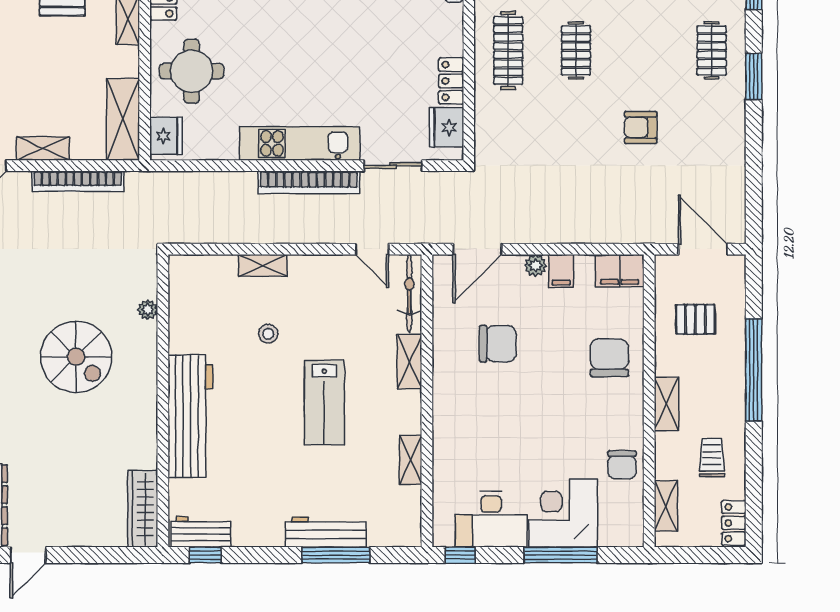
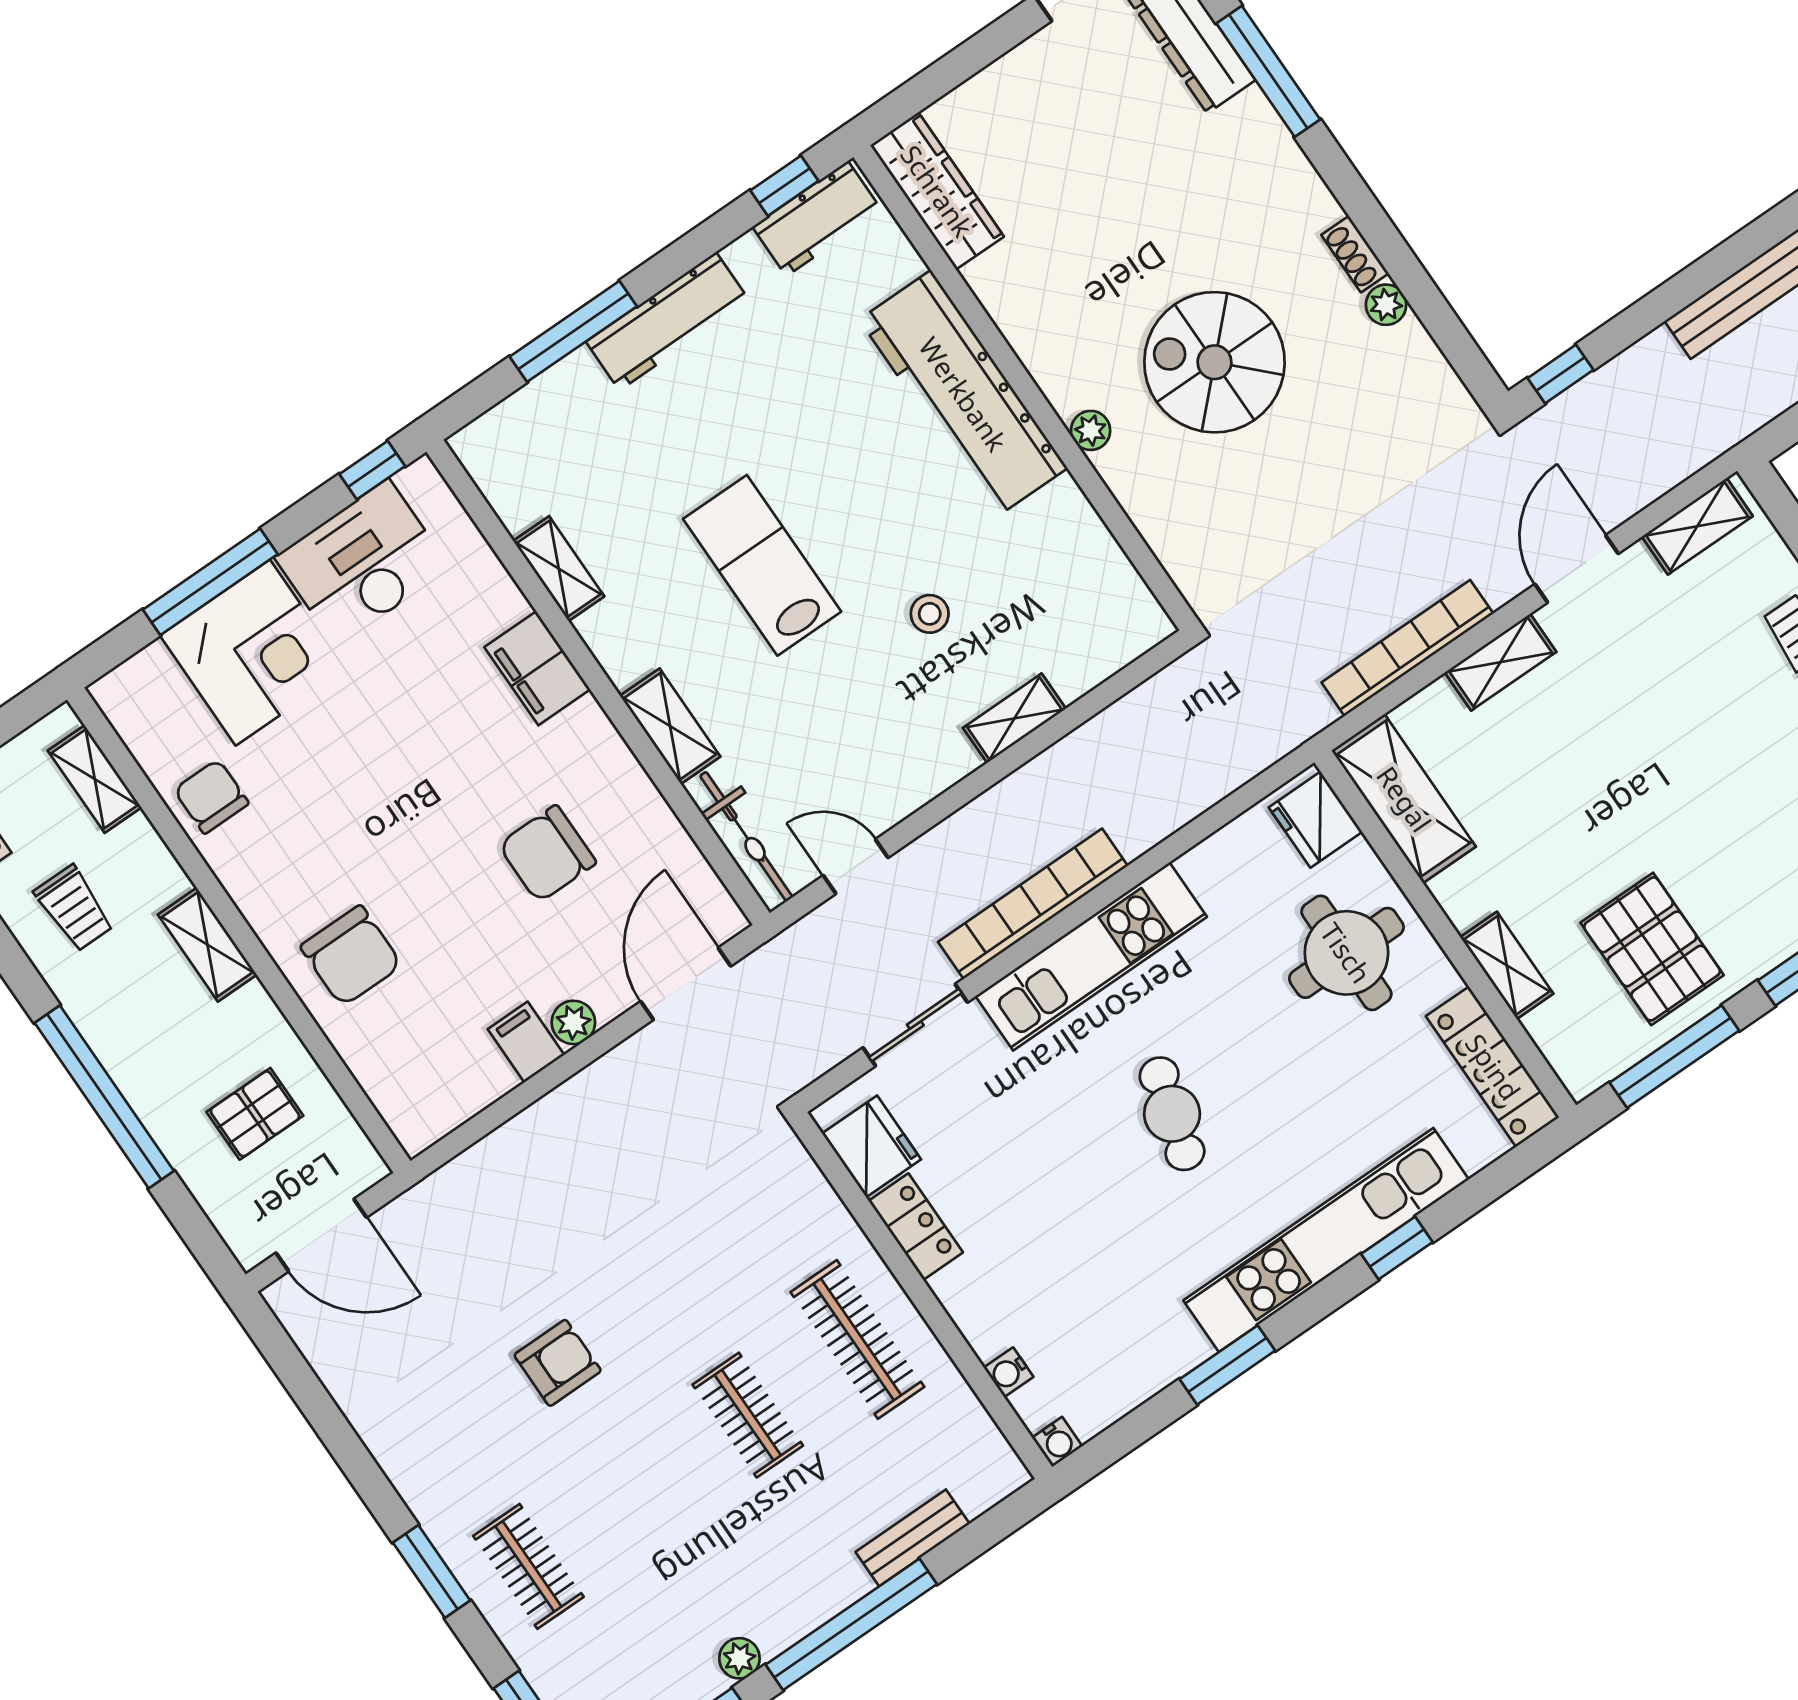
cafe table: (311, 54) -> (1172, 1114), added
filing cabinet: (620, 271) -> (537, 668), moved, turned -90
plant: (148, 310) -> (1091, 430), moved
workbench: (326, 532) -> (668, 321), moved

